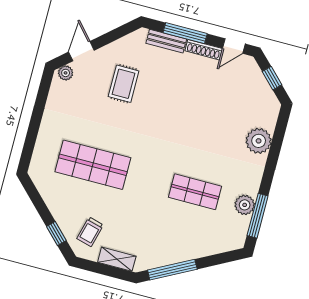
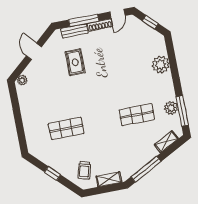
door: (81, 51) -> (34, 51), moved
rug: (124, 84) -> (75, 62), moved
shop shelf: (93, 165) -> (66, 128), width x0.70, depth x0.74
window: (56, 233) -> (53, 173), moved
shelving: (217, 246) -> (166, 142), added

